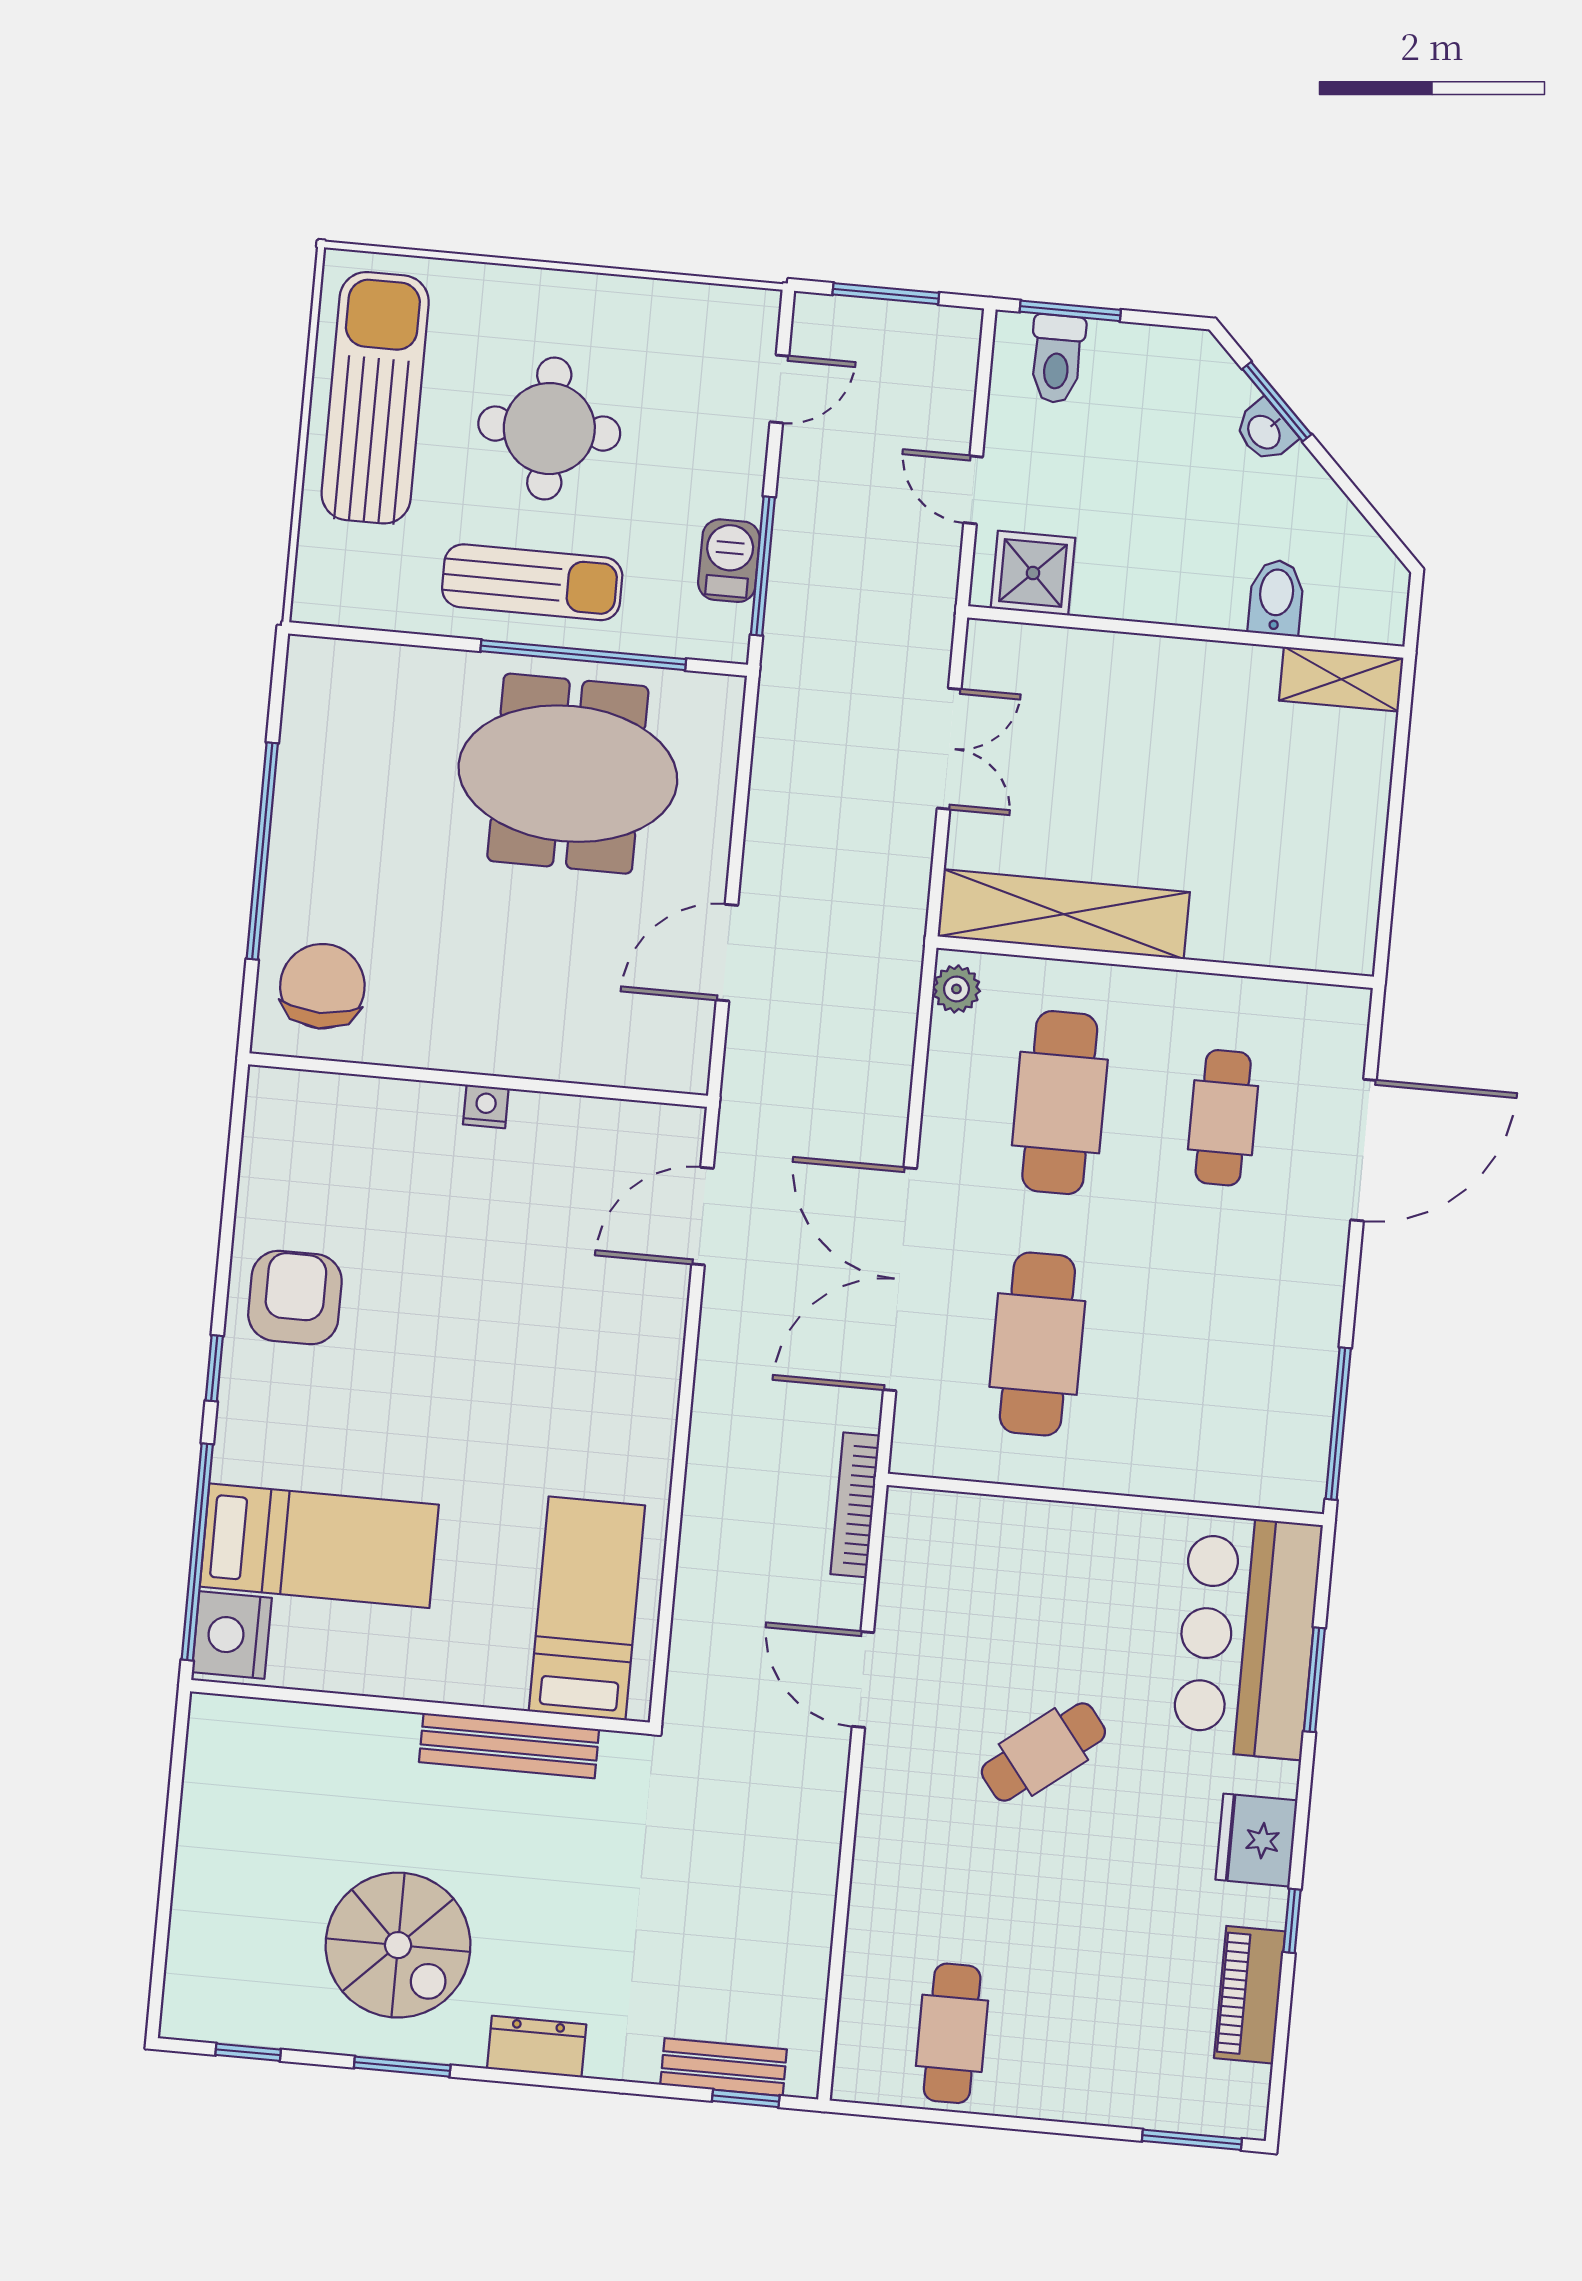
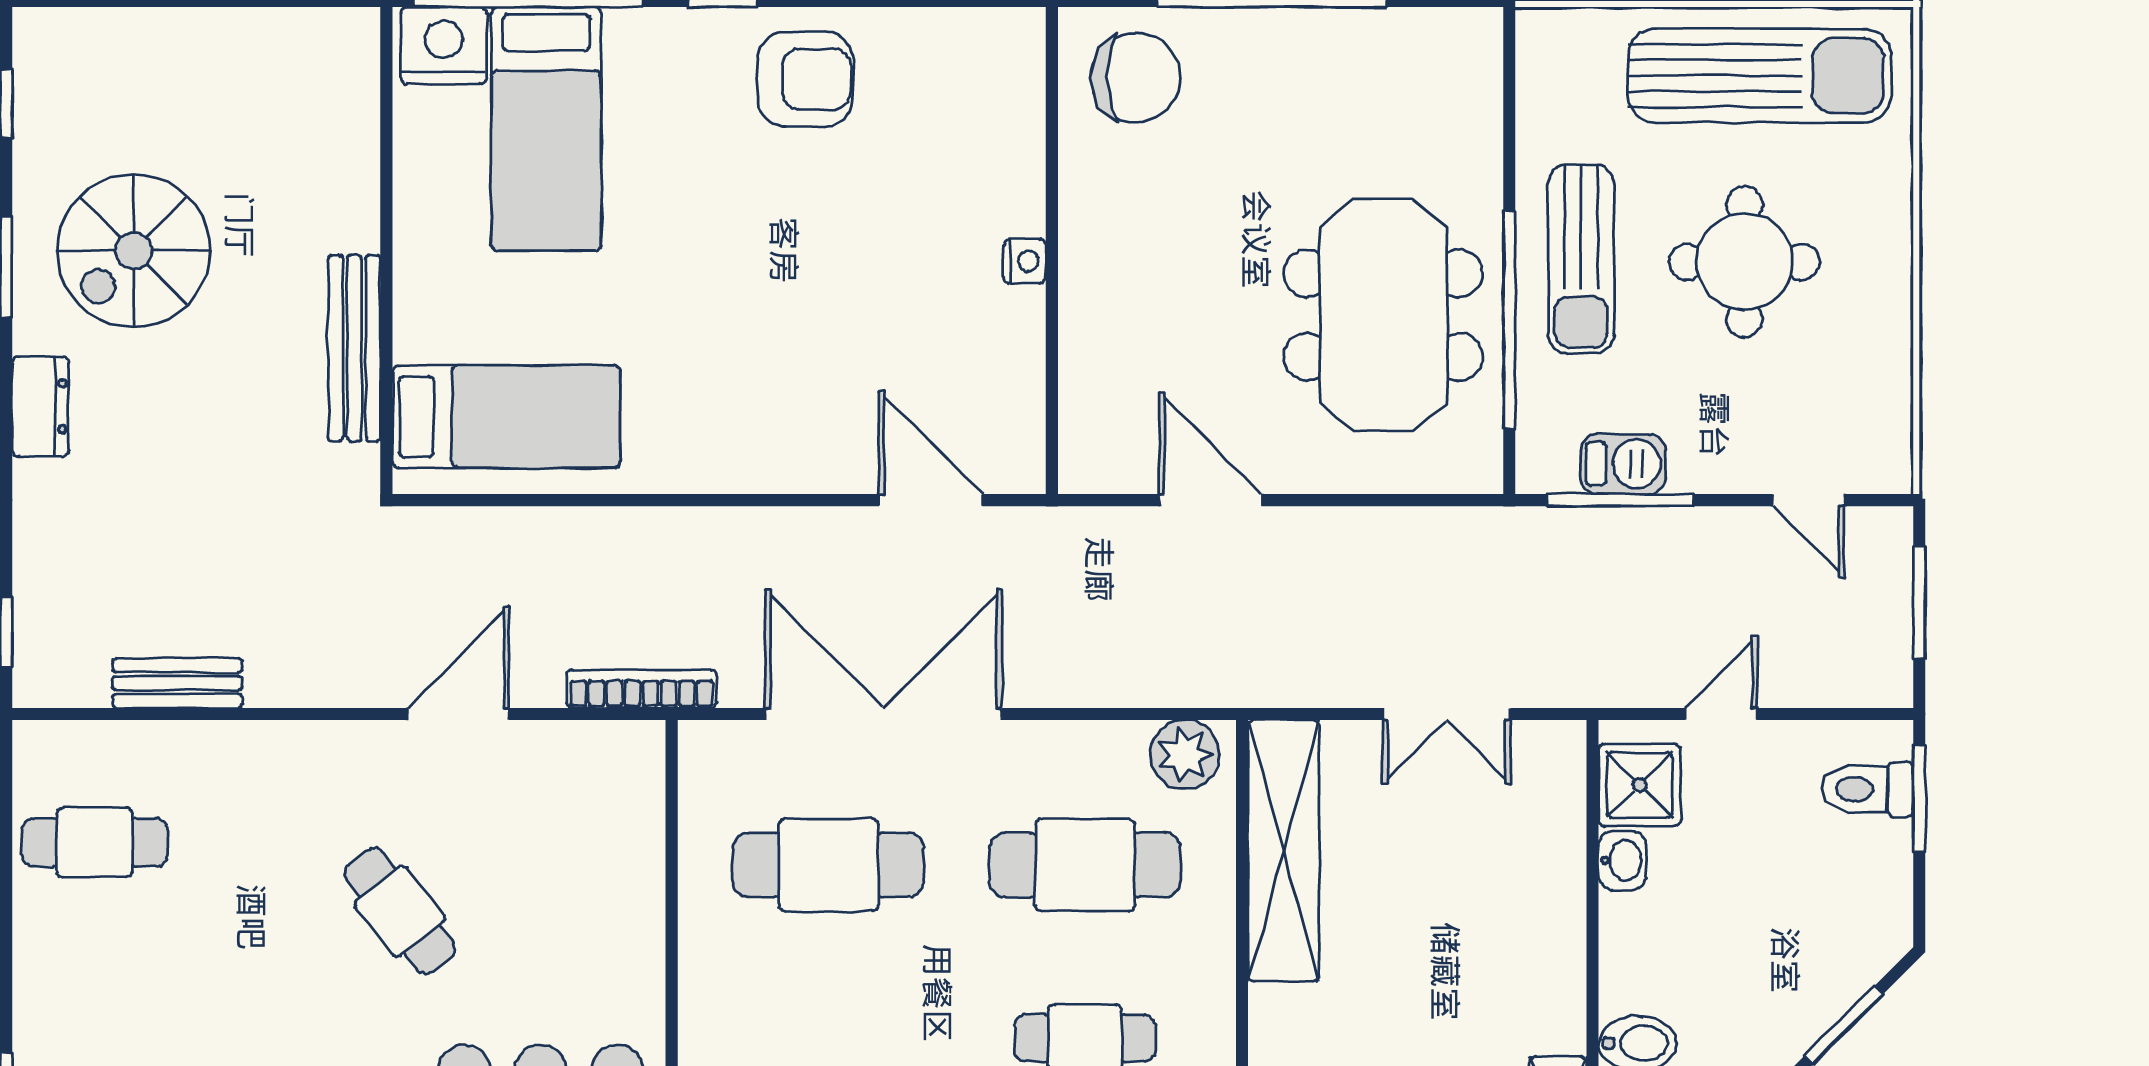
washbasin: (1265, 431) -> (1622, 860), moved, turned 135
plant: (956, 989) -> (1185, 755), width x1.38, depth x1.38
bench: (724, 2067) -> (177, 683), moved, turned 90

